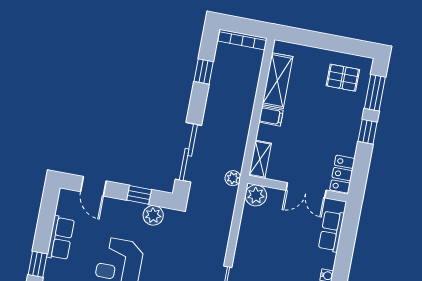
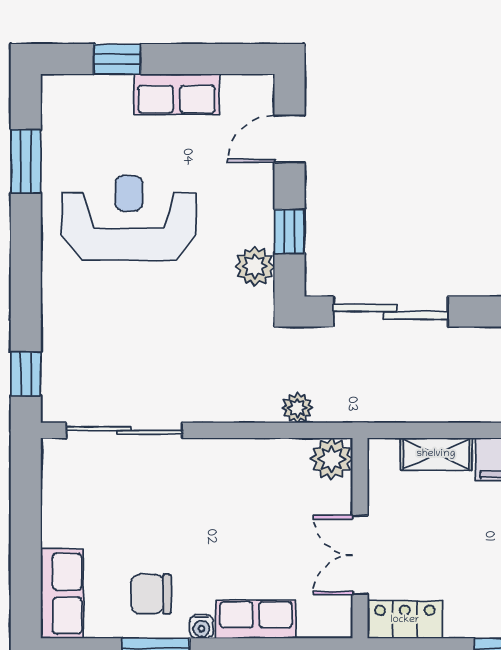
shelving: (260, 159) -> (436, 454), moved
plant: (233, 178) -> (298, 408), moved
row of seats: (331, 231) -> (256, 619), moved

